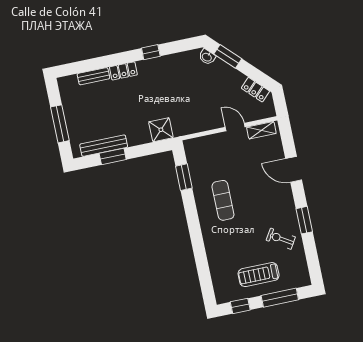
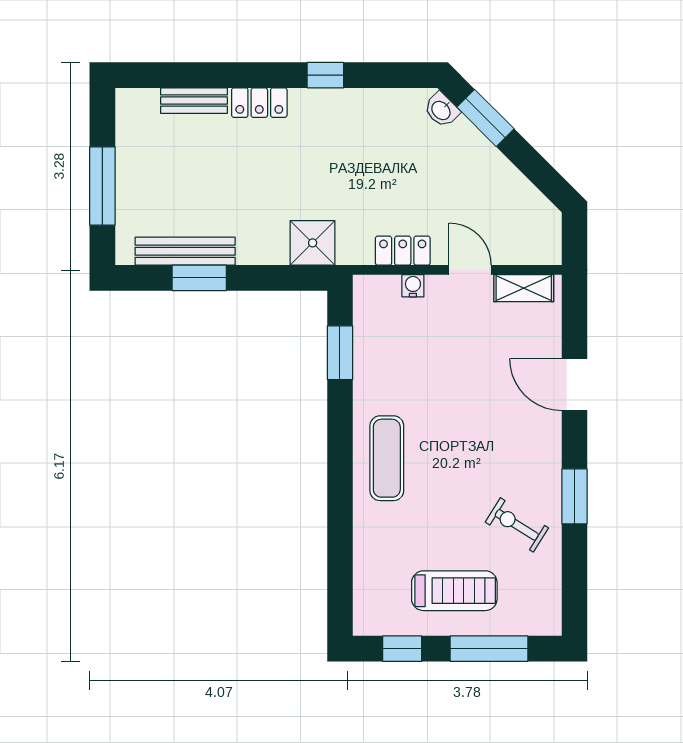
locker: (255, 90) -> (403, 251), moved, turned 135
water cooler: (211, 140) -> (413, 286), added
exercise mat: (223, 200) -> (387, 458), moved
treadmill: (259, 275) -> (454, 591), turned 180

